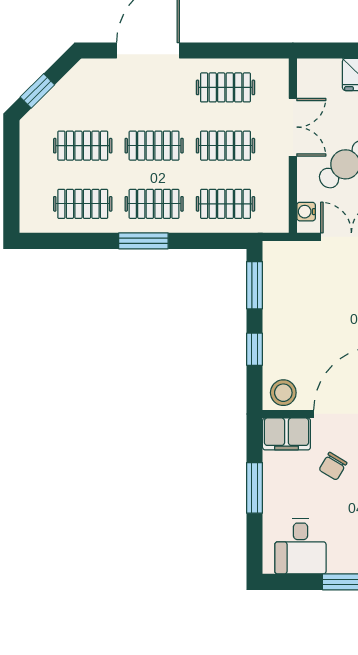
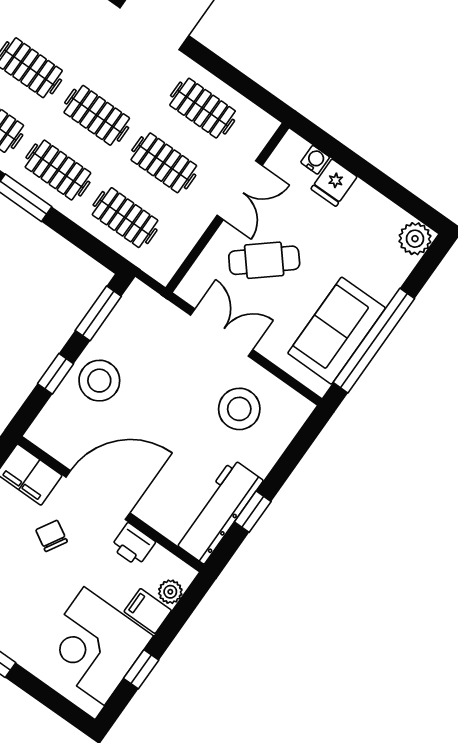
water cooler: (306, 212) -> (315, 160), moved, turned 90
stool: (283, 393) -> (99, 381), moved, width x1.38, depth x1.38
chair: (333, 466) -> (52, 536), turned 89

